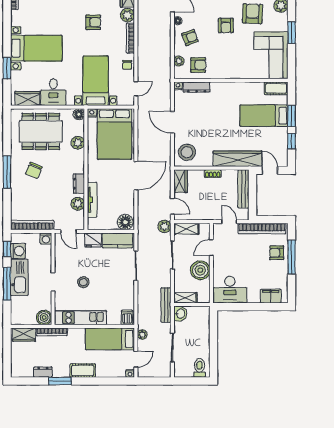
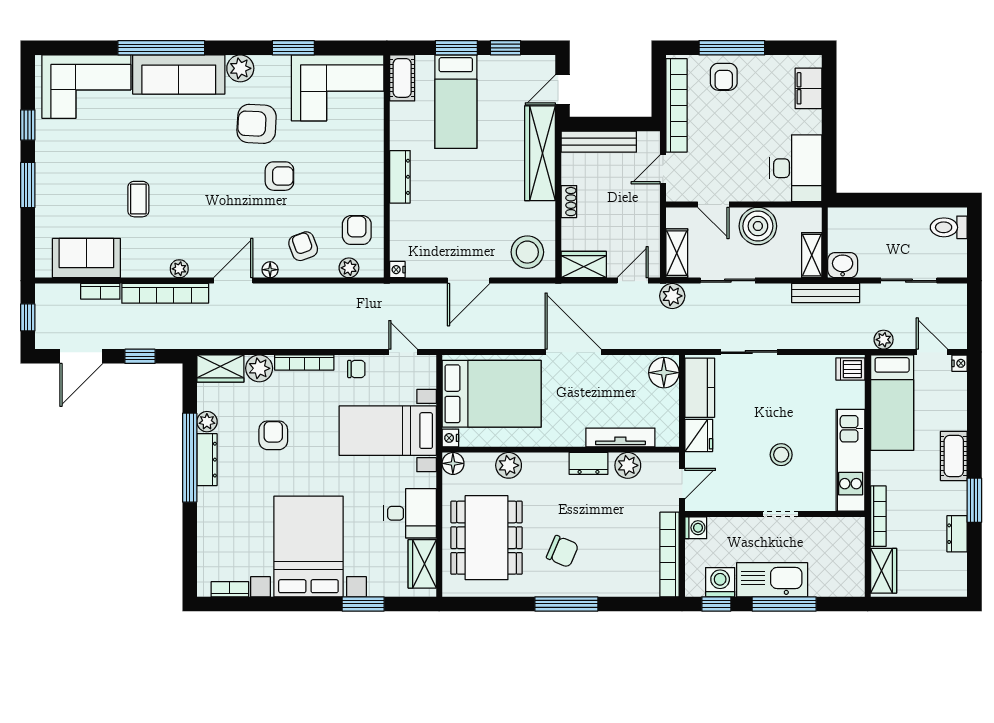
bed with nightstands: (36, 48) -> (308, 546), width x1.36
dresser: (197, 87) -> (400, 177), moved
boiler: (44, 317) -> (850, 531), removed

